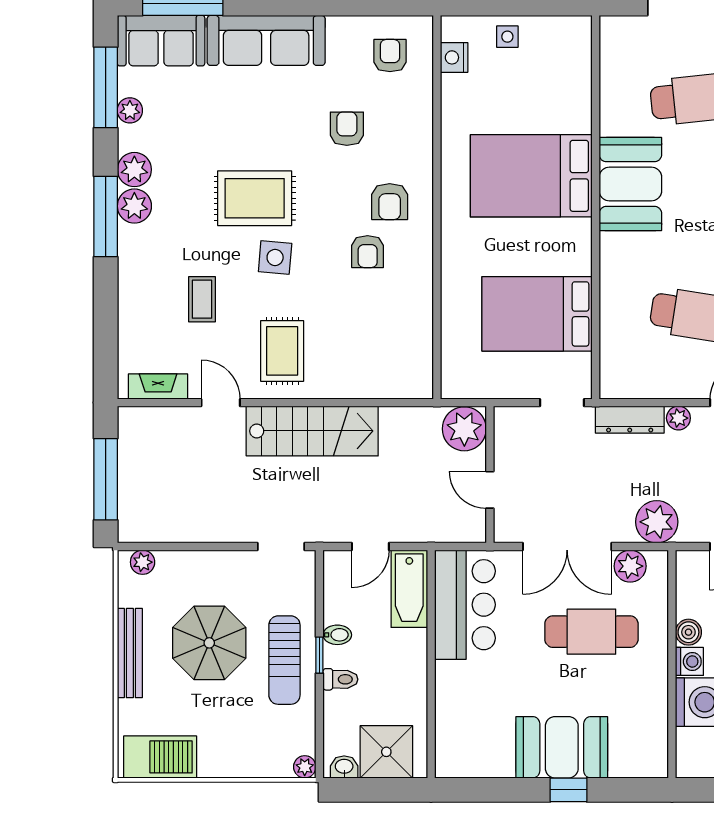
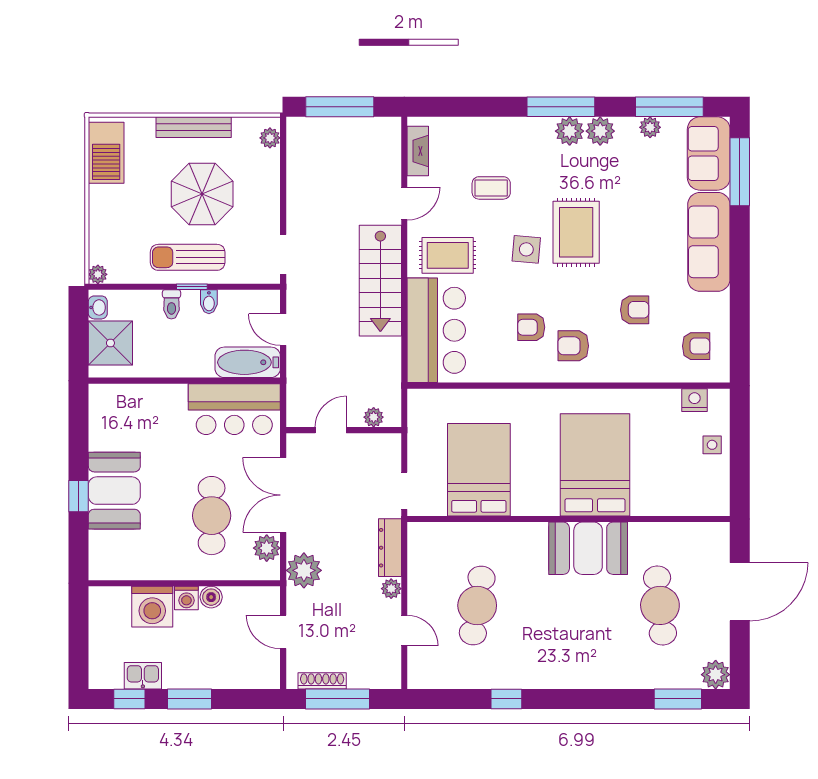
bar counter: (371, 364) -> (436, 330), added
plant: (464, 429) -> (374, 417), width x0.53, depth x0.53

